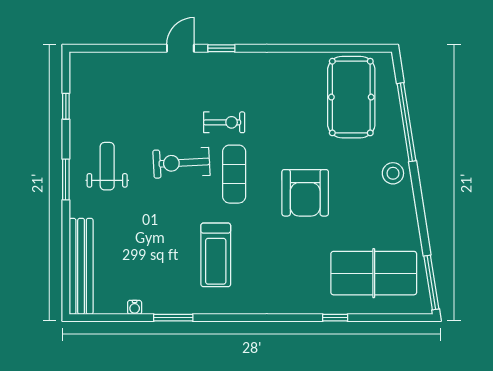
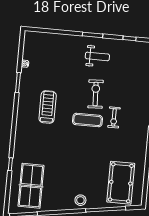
pool table: (351, 97) -> (121, 183), turned 90
armchair: (305, 193) -> (75, 155), removed
treadmill: (216, 255) -> (48, 107), turned 90
bench: (81, 266) -> (48, 39), removed

